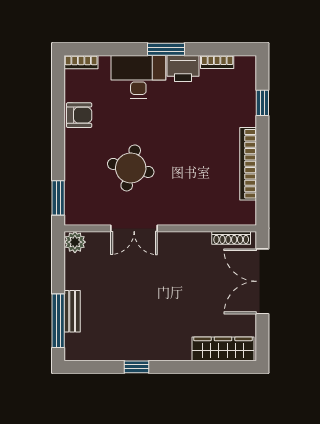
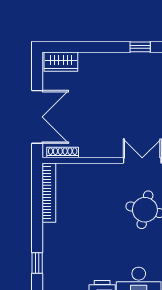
bookcase: (248, 164) -> (49, 193), moved
wardrobe: (223, 349) -> (61, 62), width x0.67

